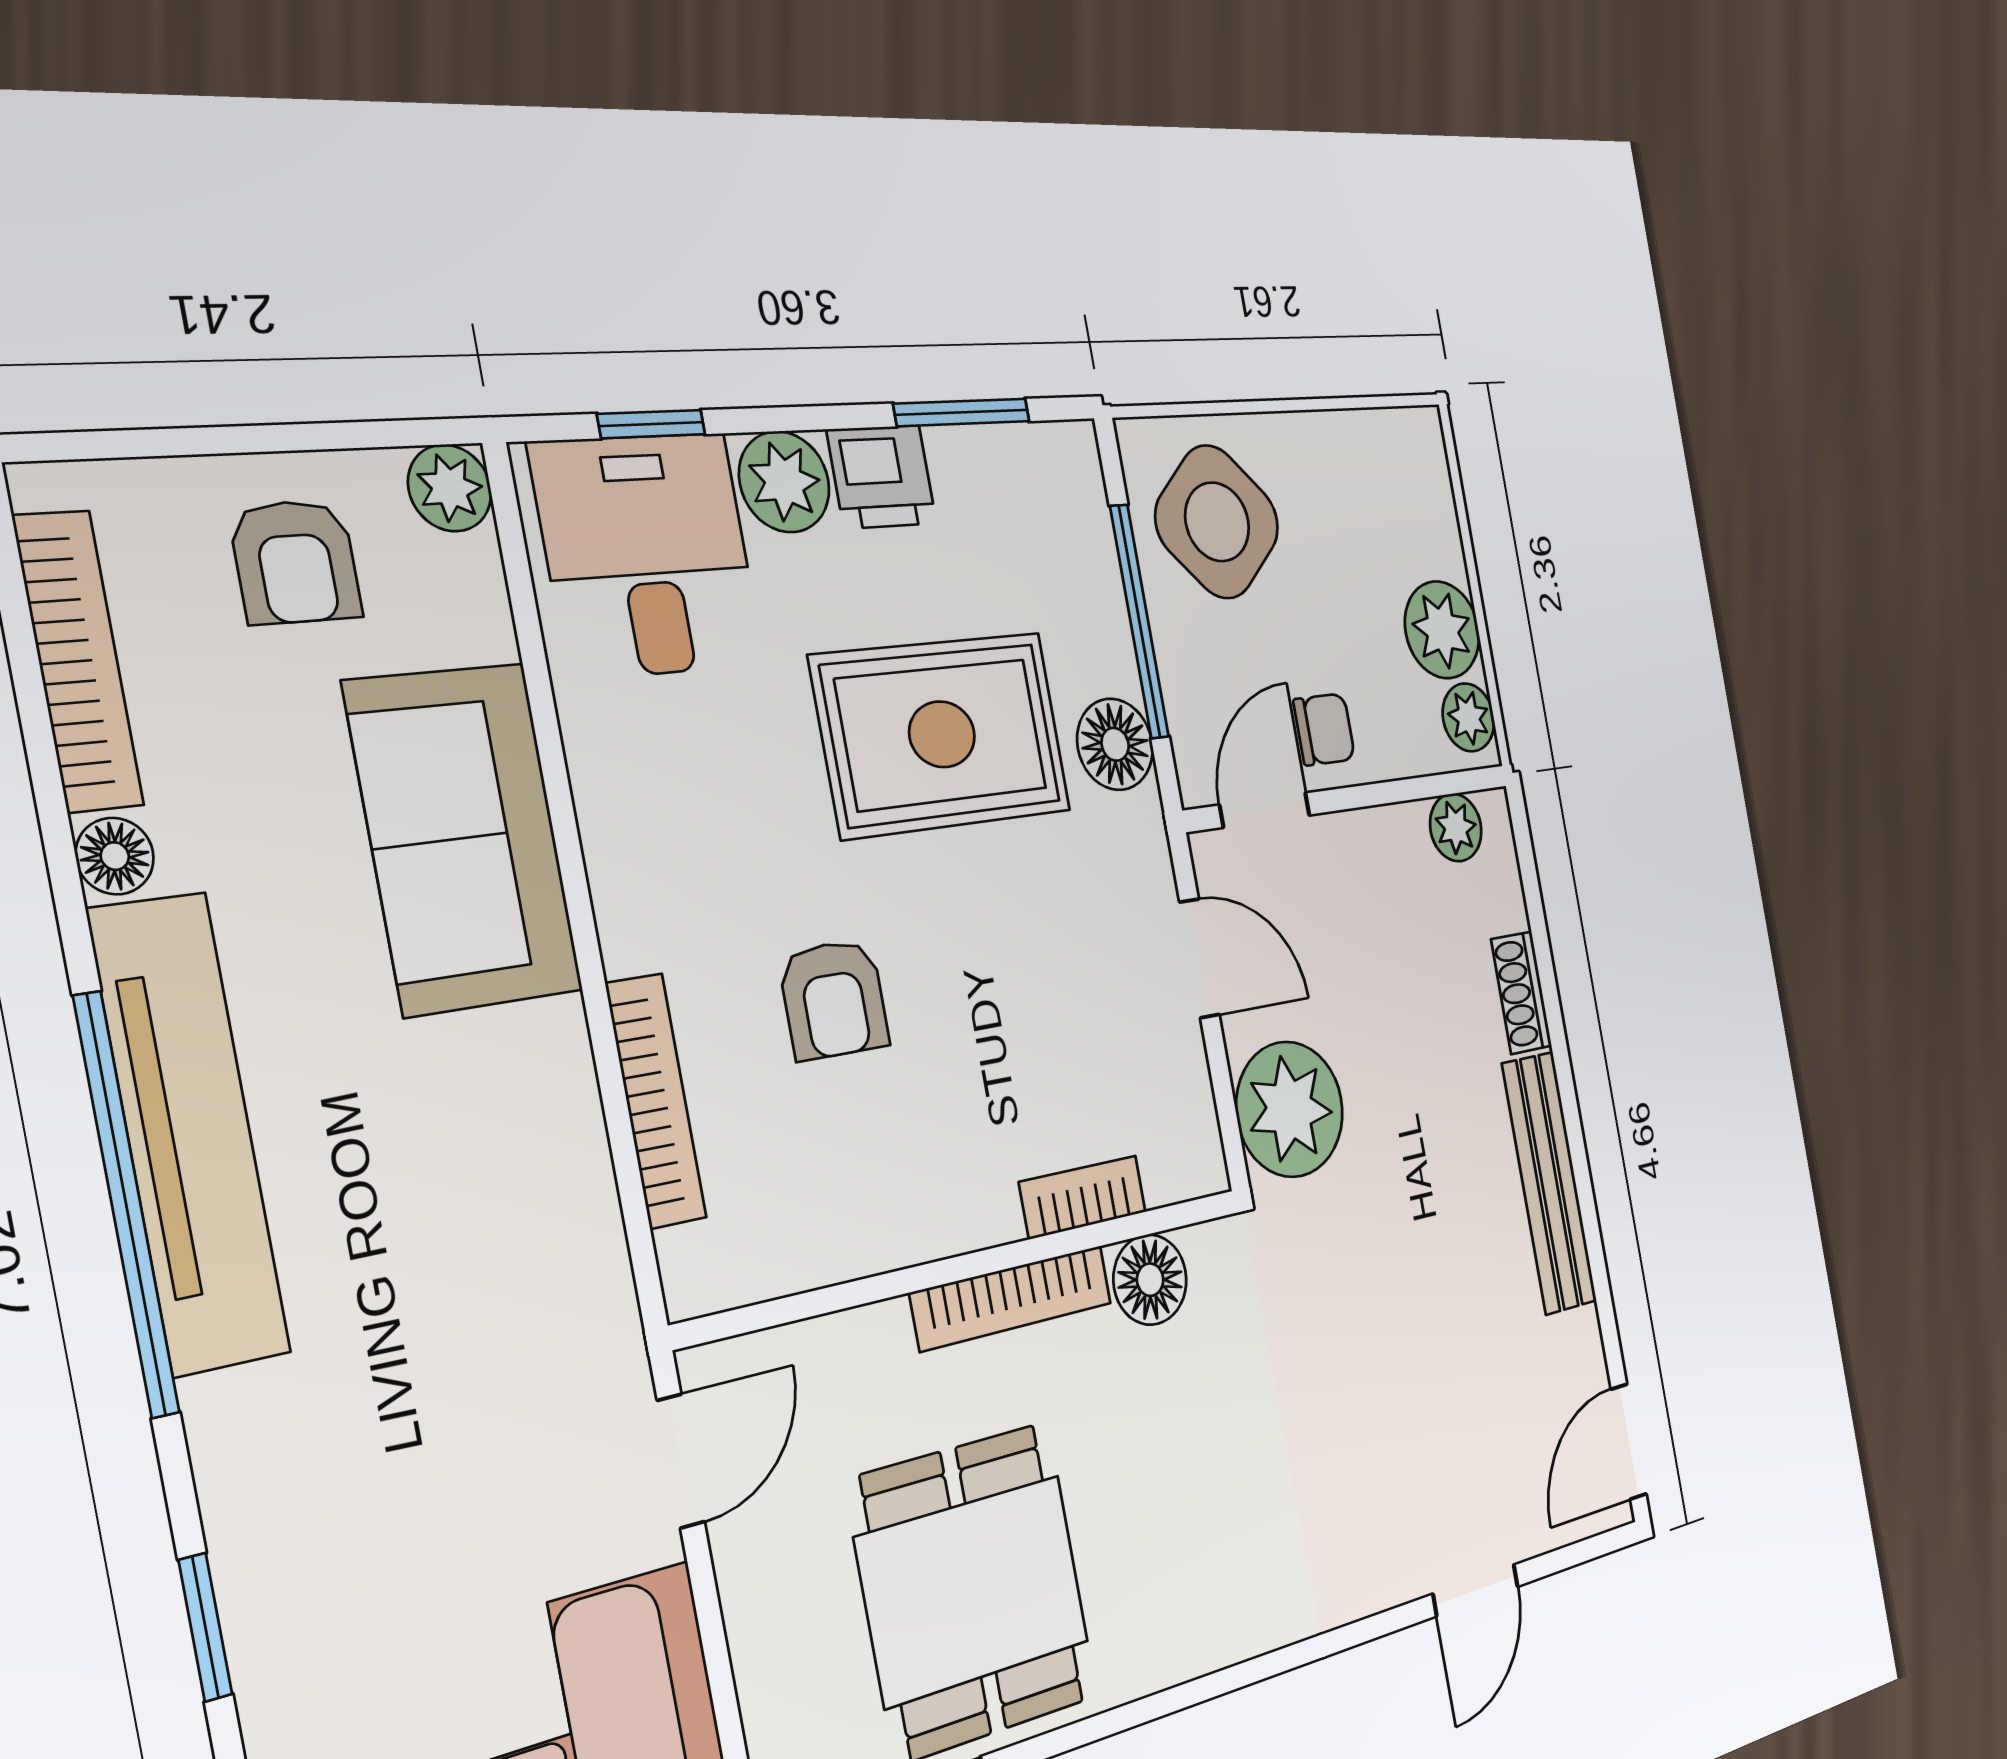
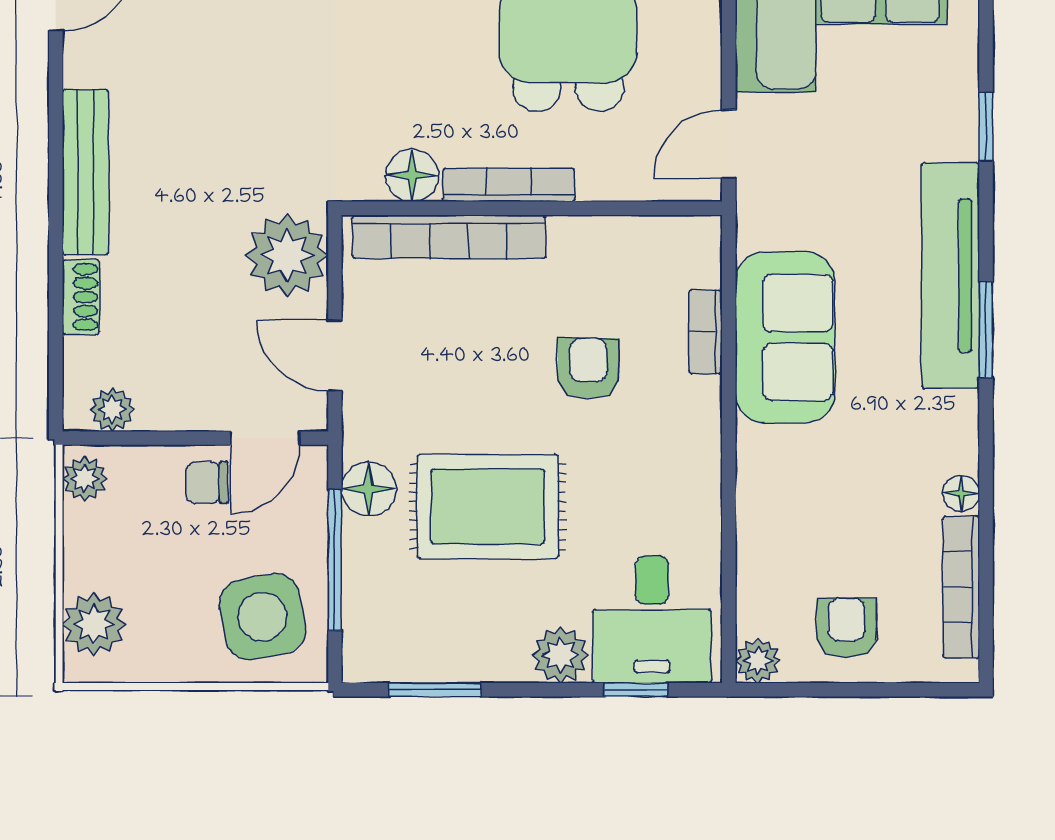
printer: (882, 477) -> (497, 655), removed
side table: (1217, 522) -> (262, 617), turned 32
plant: (1442, 630) -> (94, 624), moved
sofa: (464, 838) -> (785, 337), moved
bookcase: (656, 1101) -> (705, 332), width x0.64
tv unit: (189, 1133) -> (951, 276), moved
bookcase: (1083, 1197) -> (449, 237), width x2.31, depth x1.31
window: (126, 1205) -> (986, 330), width x0.47

